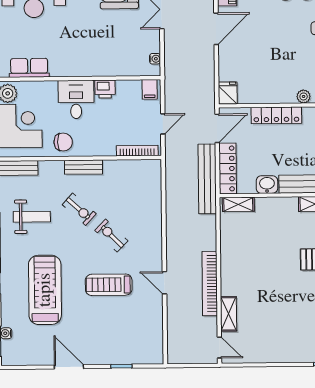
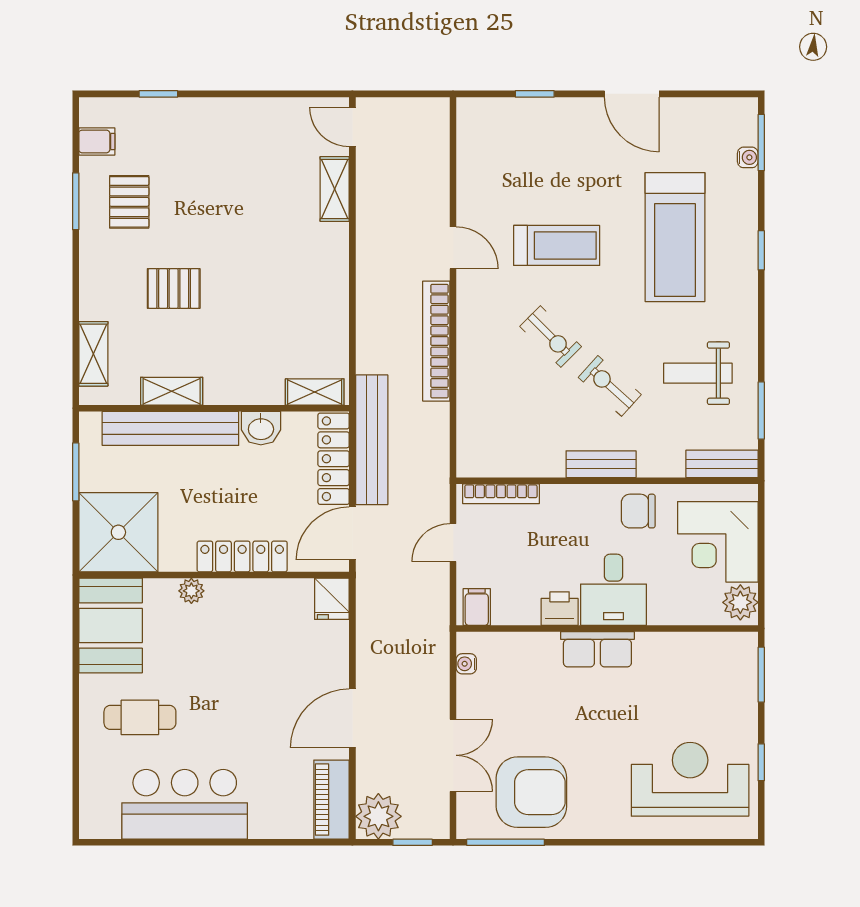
row of seats: (29, 68) -> (597, 649), moved
bookcase: (210, 284) -> (436, 341), moved, turned 180

